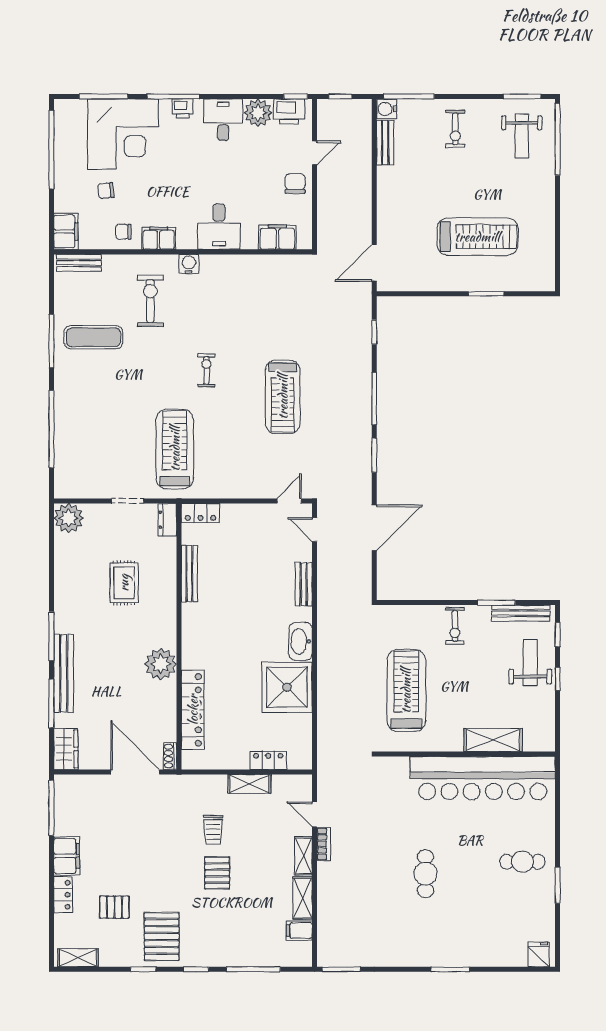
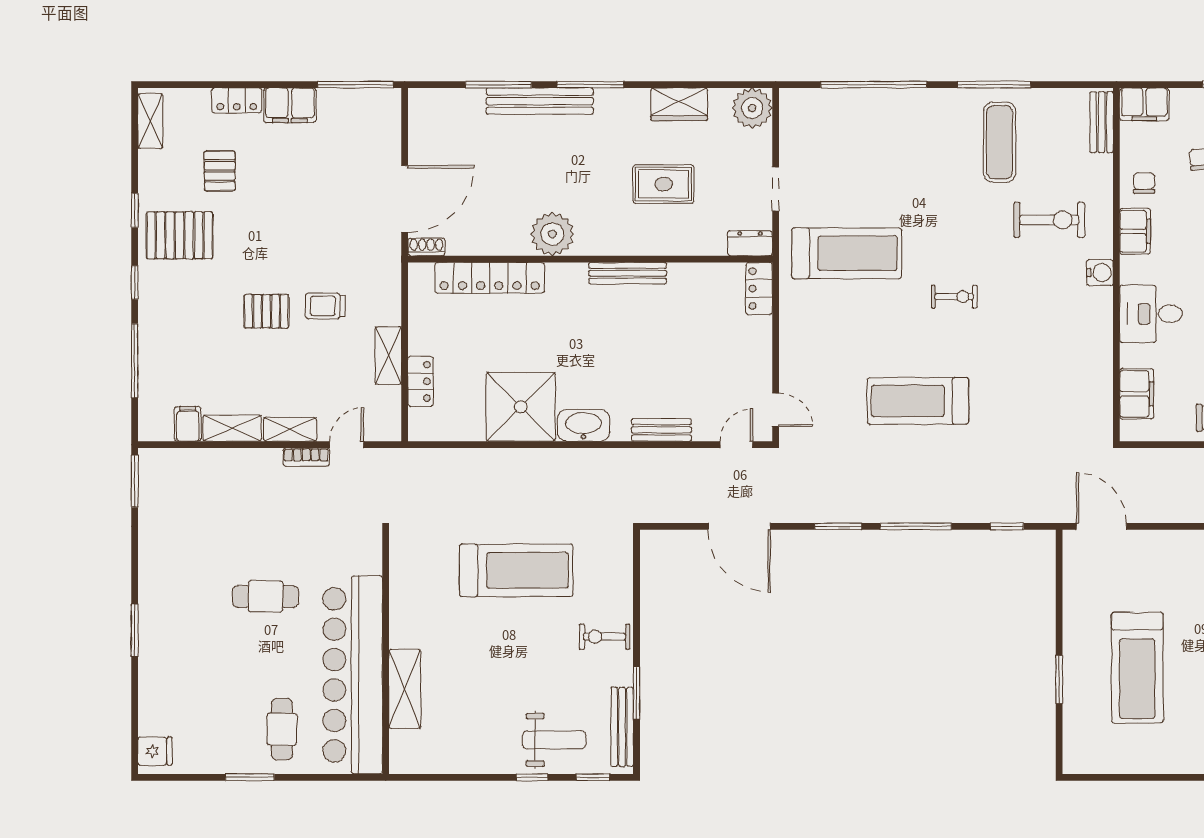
bench: (189, 574) -> (628, 273), moved
shelving: (493, 740) -> (405, 689), moved
wardrobe: (66, 749) -> (679, 104), moved
wall: (466, 754) -> (386, 652), moved
bar counter: (483, 778) -> (353, 675), moved

